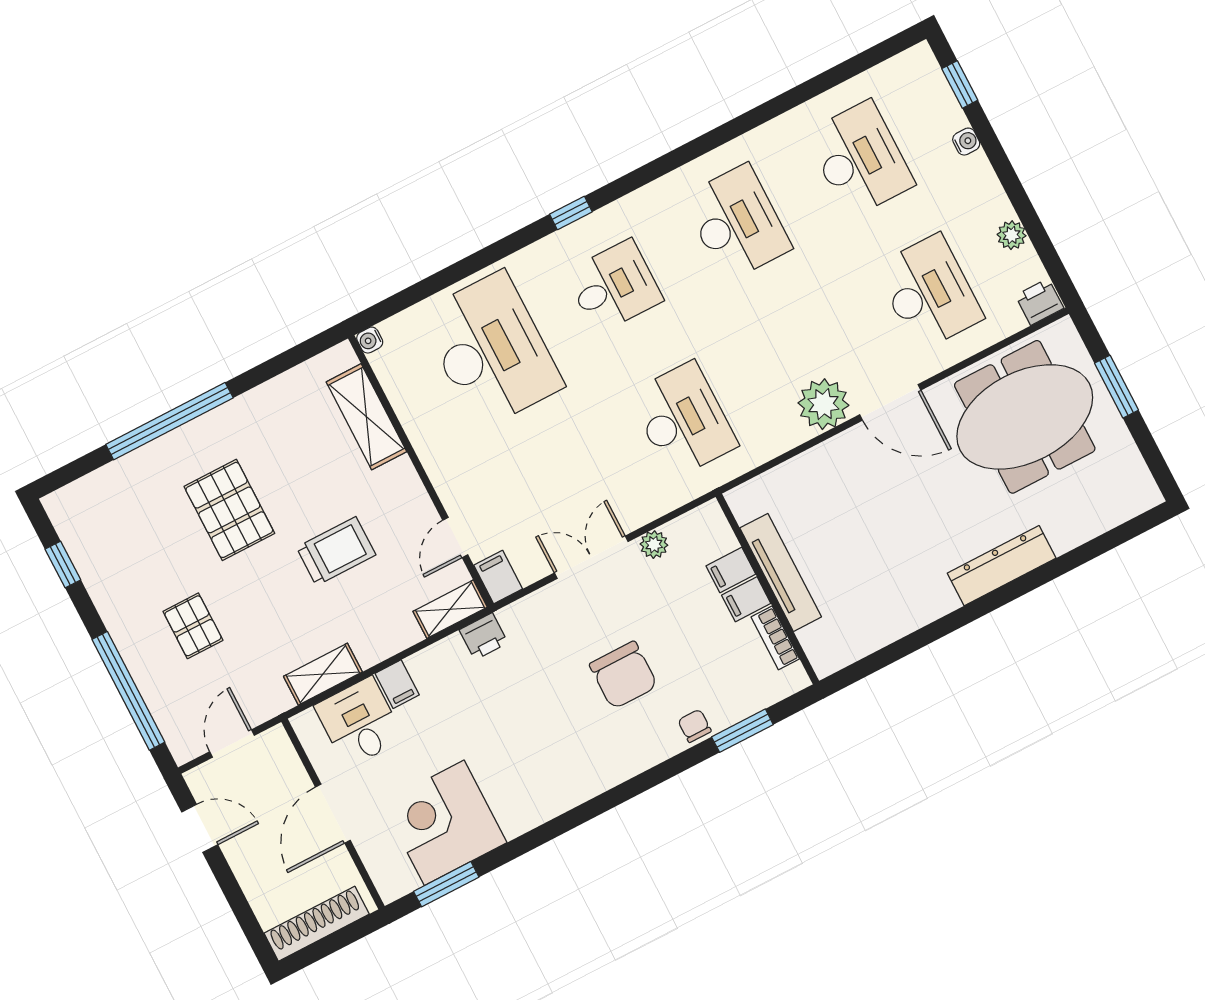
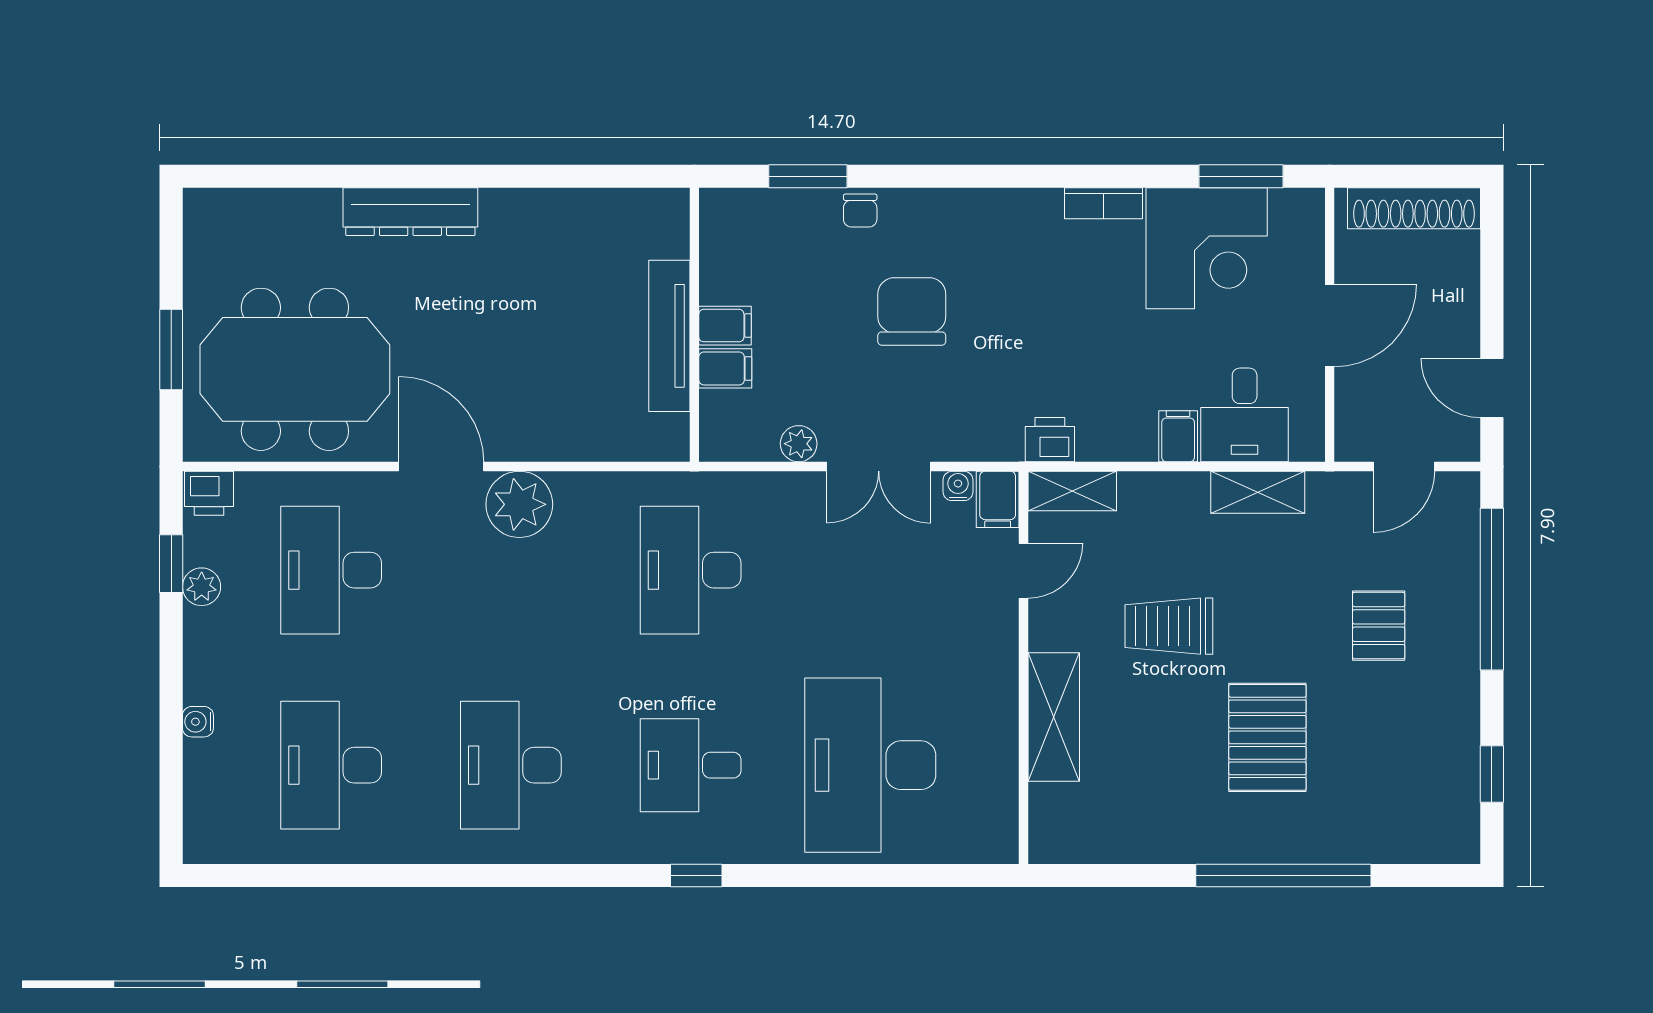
window: (960, 84) -> (171, 564), moved
water cooler: (370, 340) -> (958, 486), moved, turned -90
shelving: (366, 417) -> (1054, 717), moved
bookcase: (775, 638) -> (1104, 203), moved, turned 90

